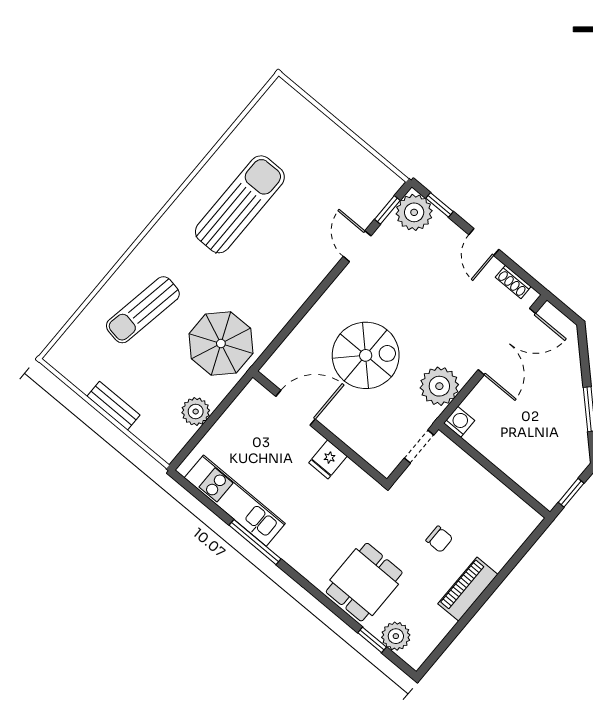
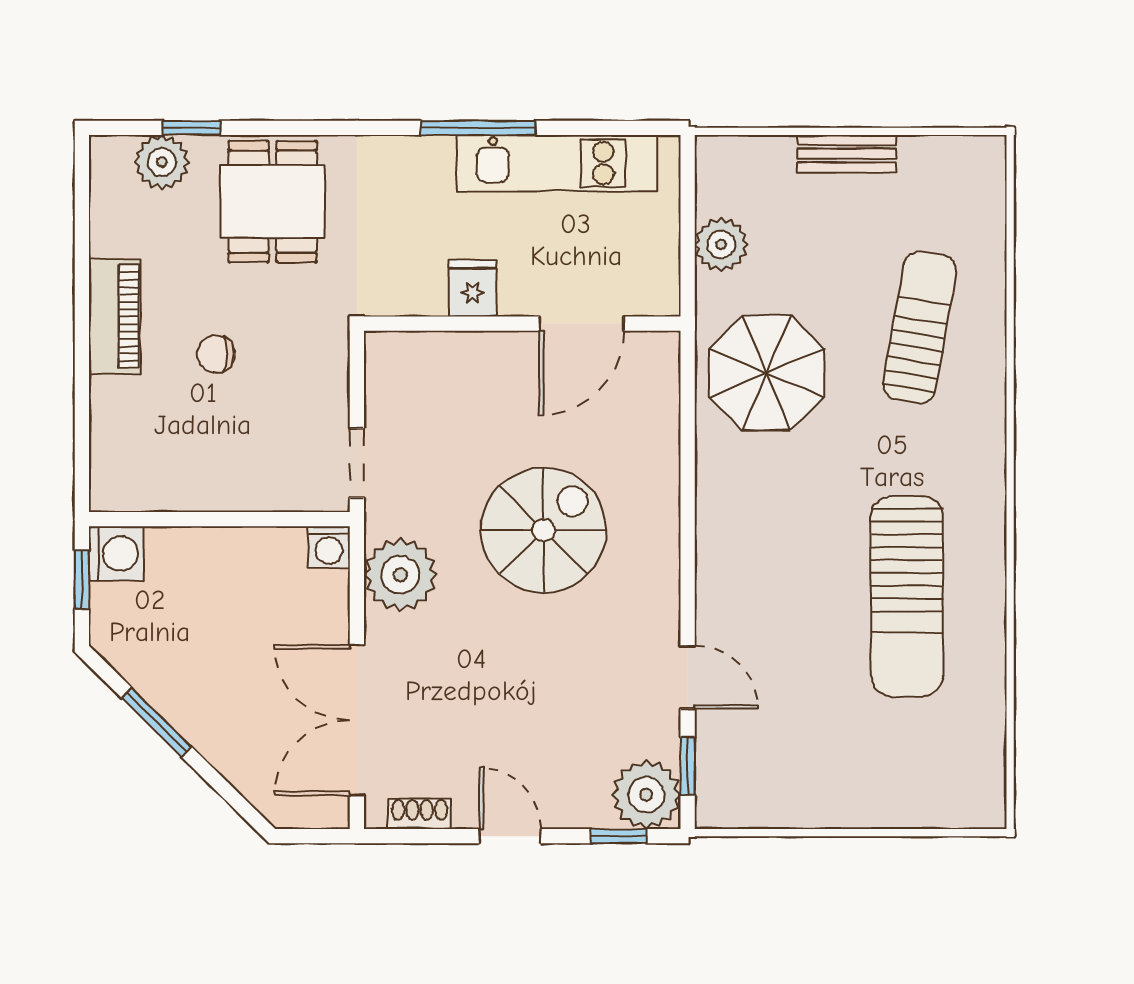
spiral stairs: (366, 355) -> (544, 530), turned 180
door: (296, 408) -> (582, 324), moved
wall: (320, 428) -> (522, 324), moved
fridge: (328, 459) -> (473, 288), moved
washing machine: (548, 492) -> (116, 554), added

